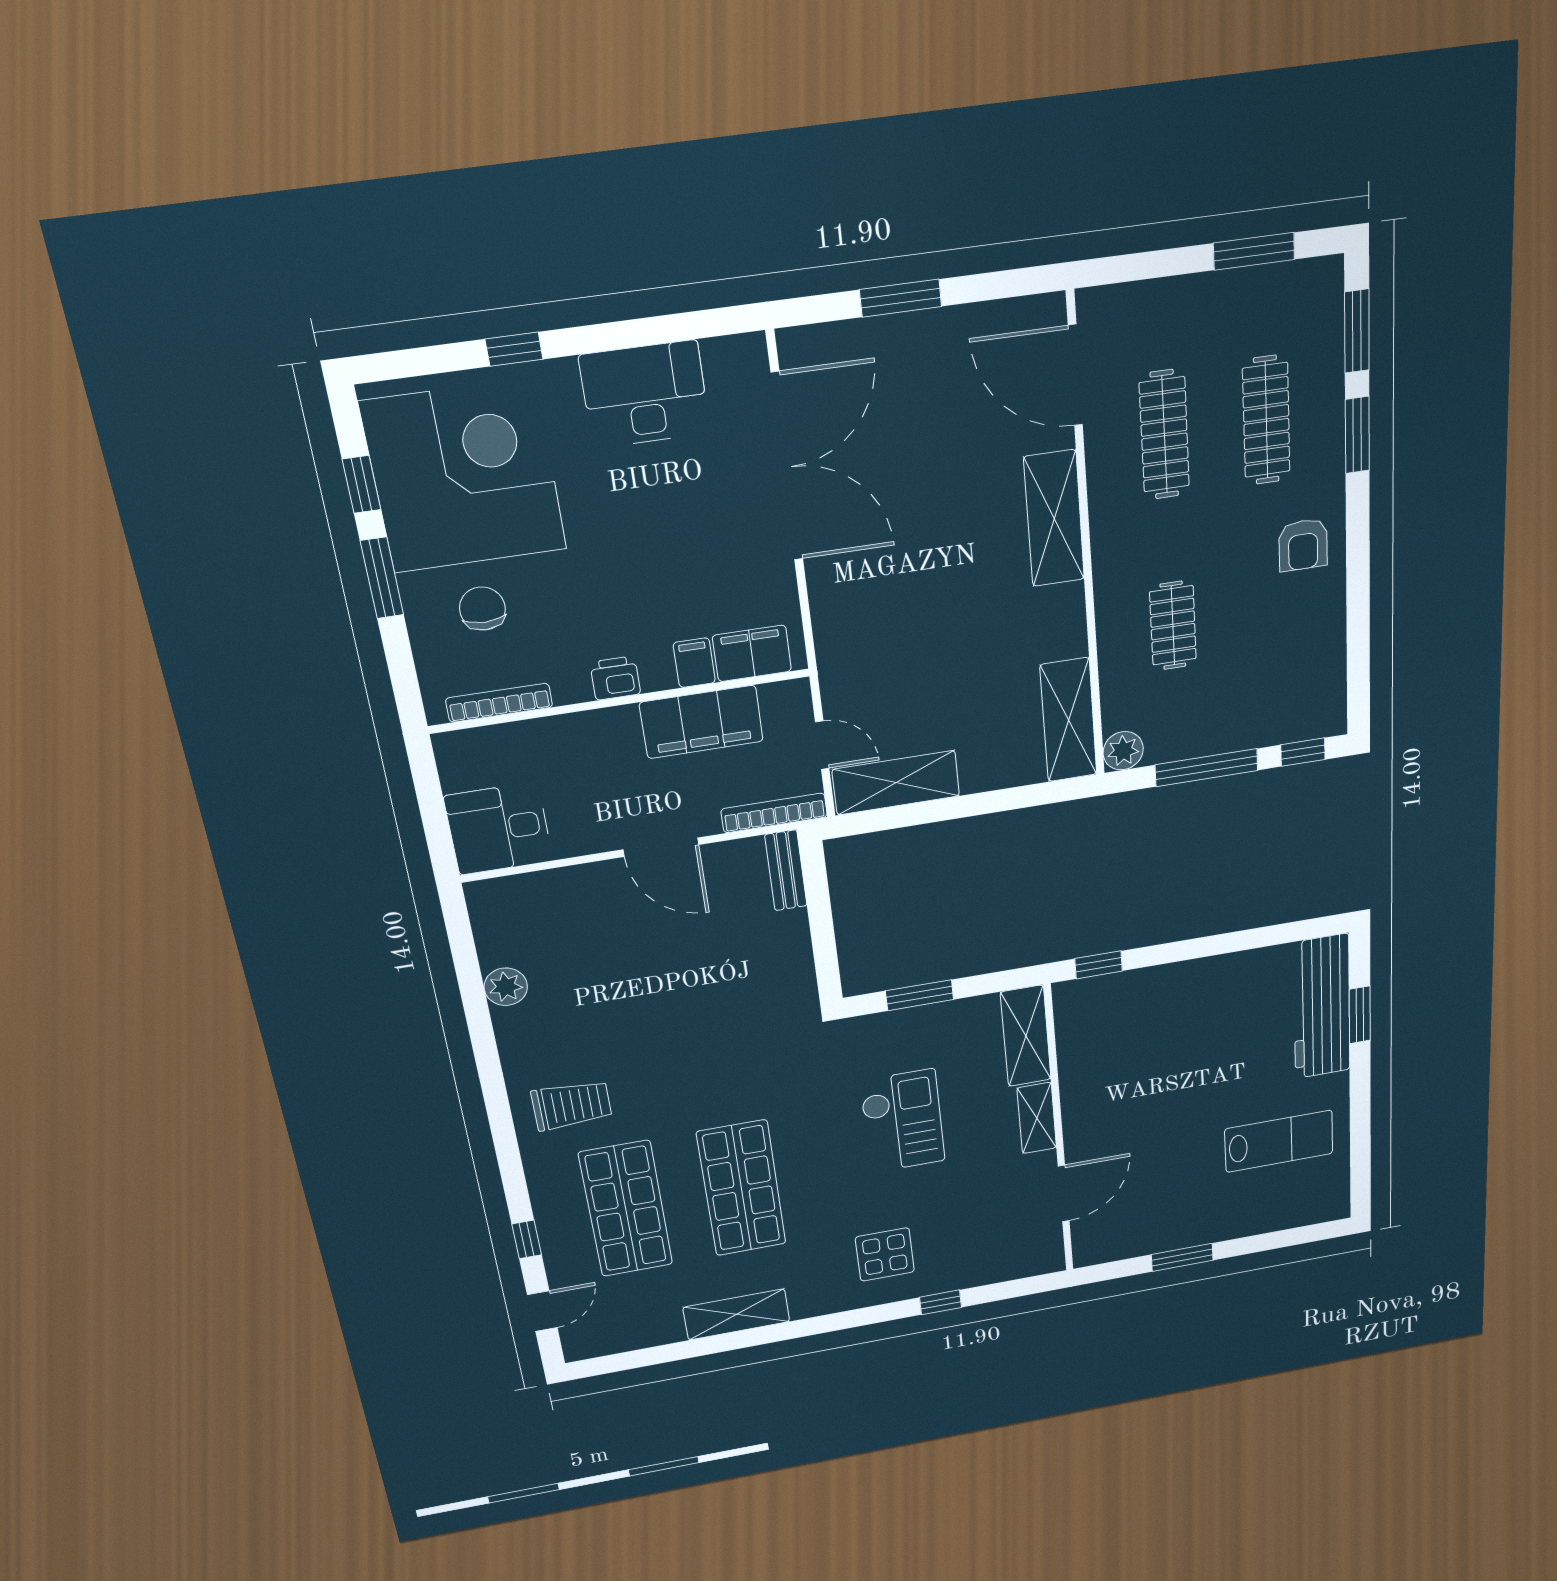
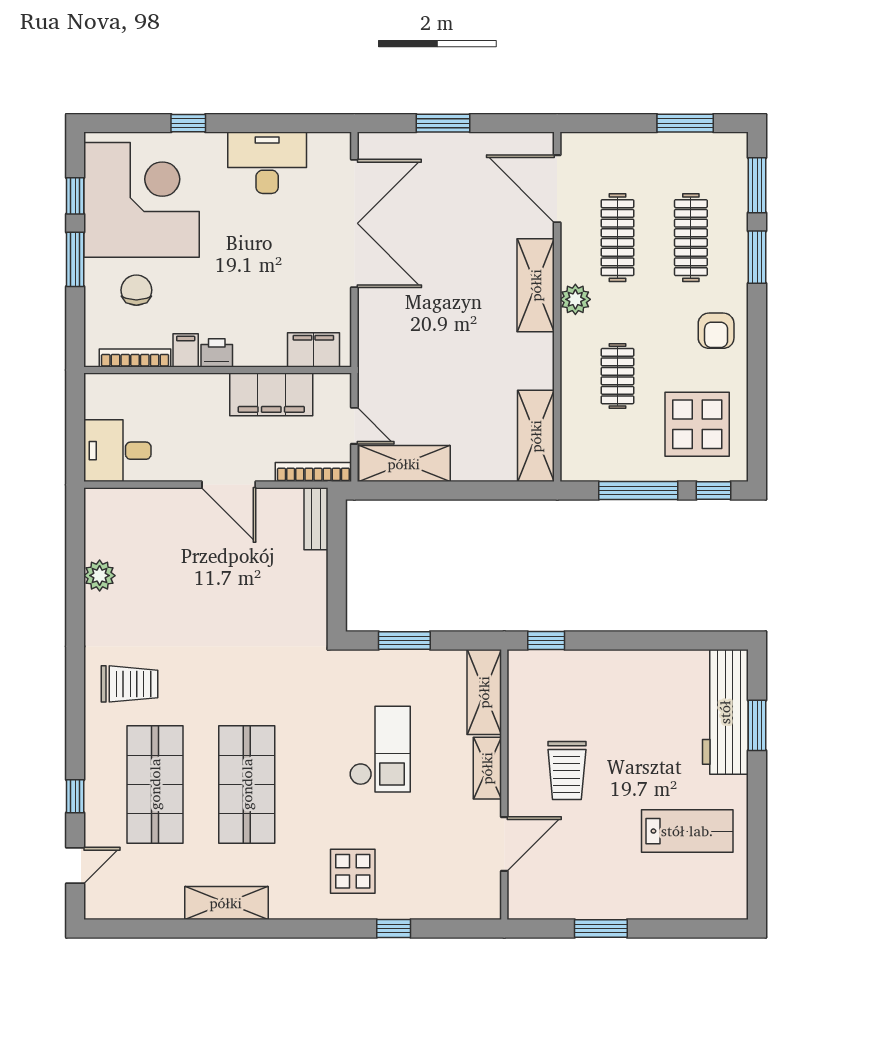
filing cabinet: (694, 663) -> (186, 350), moved
display table: (1280, 672) -> (697, 424), added
plant: (1123, 751) -> (575, 299), moved
trolley: (1133, 1103) -> (567, 770), added

